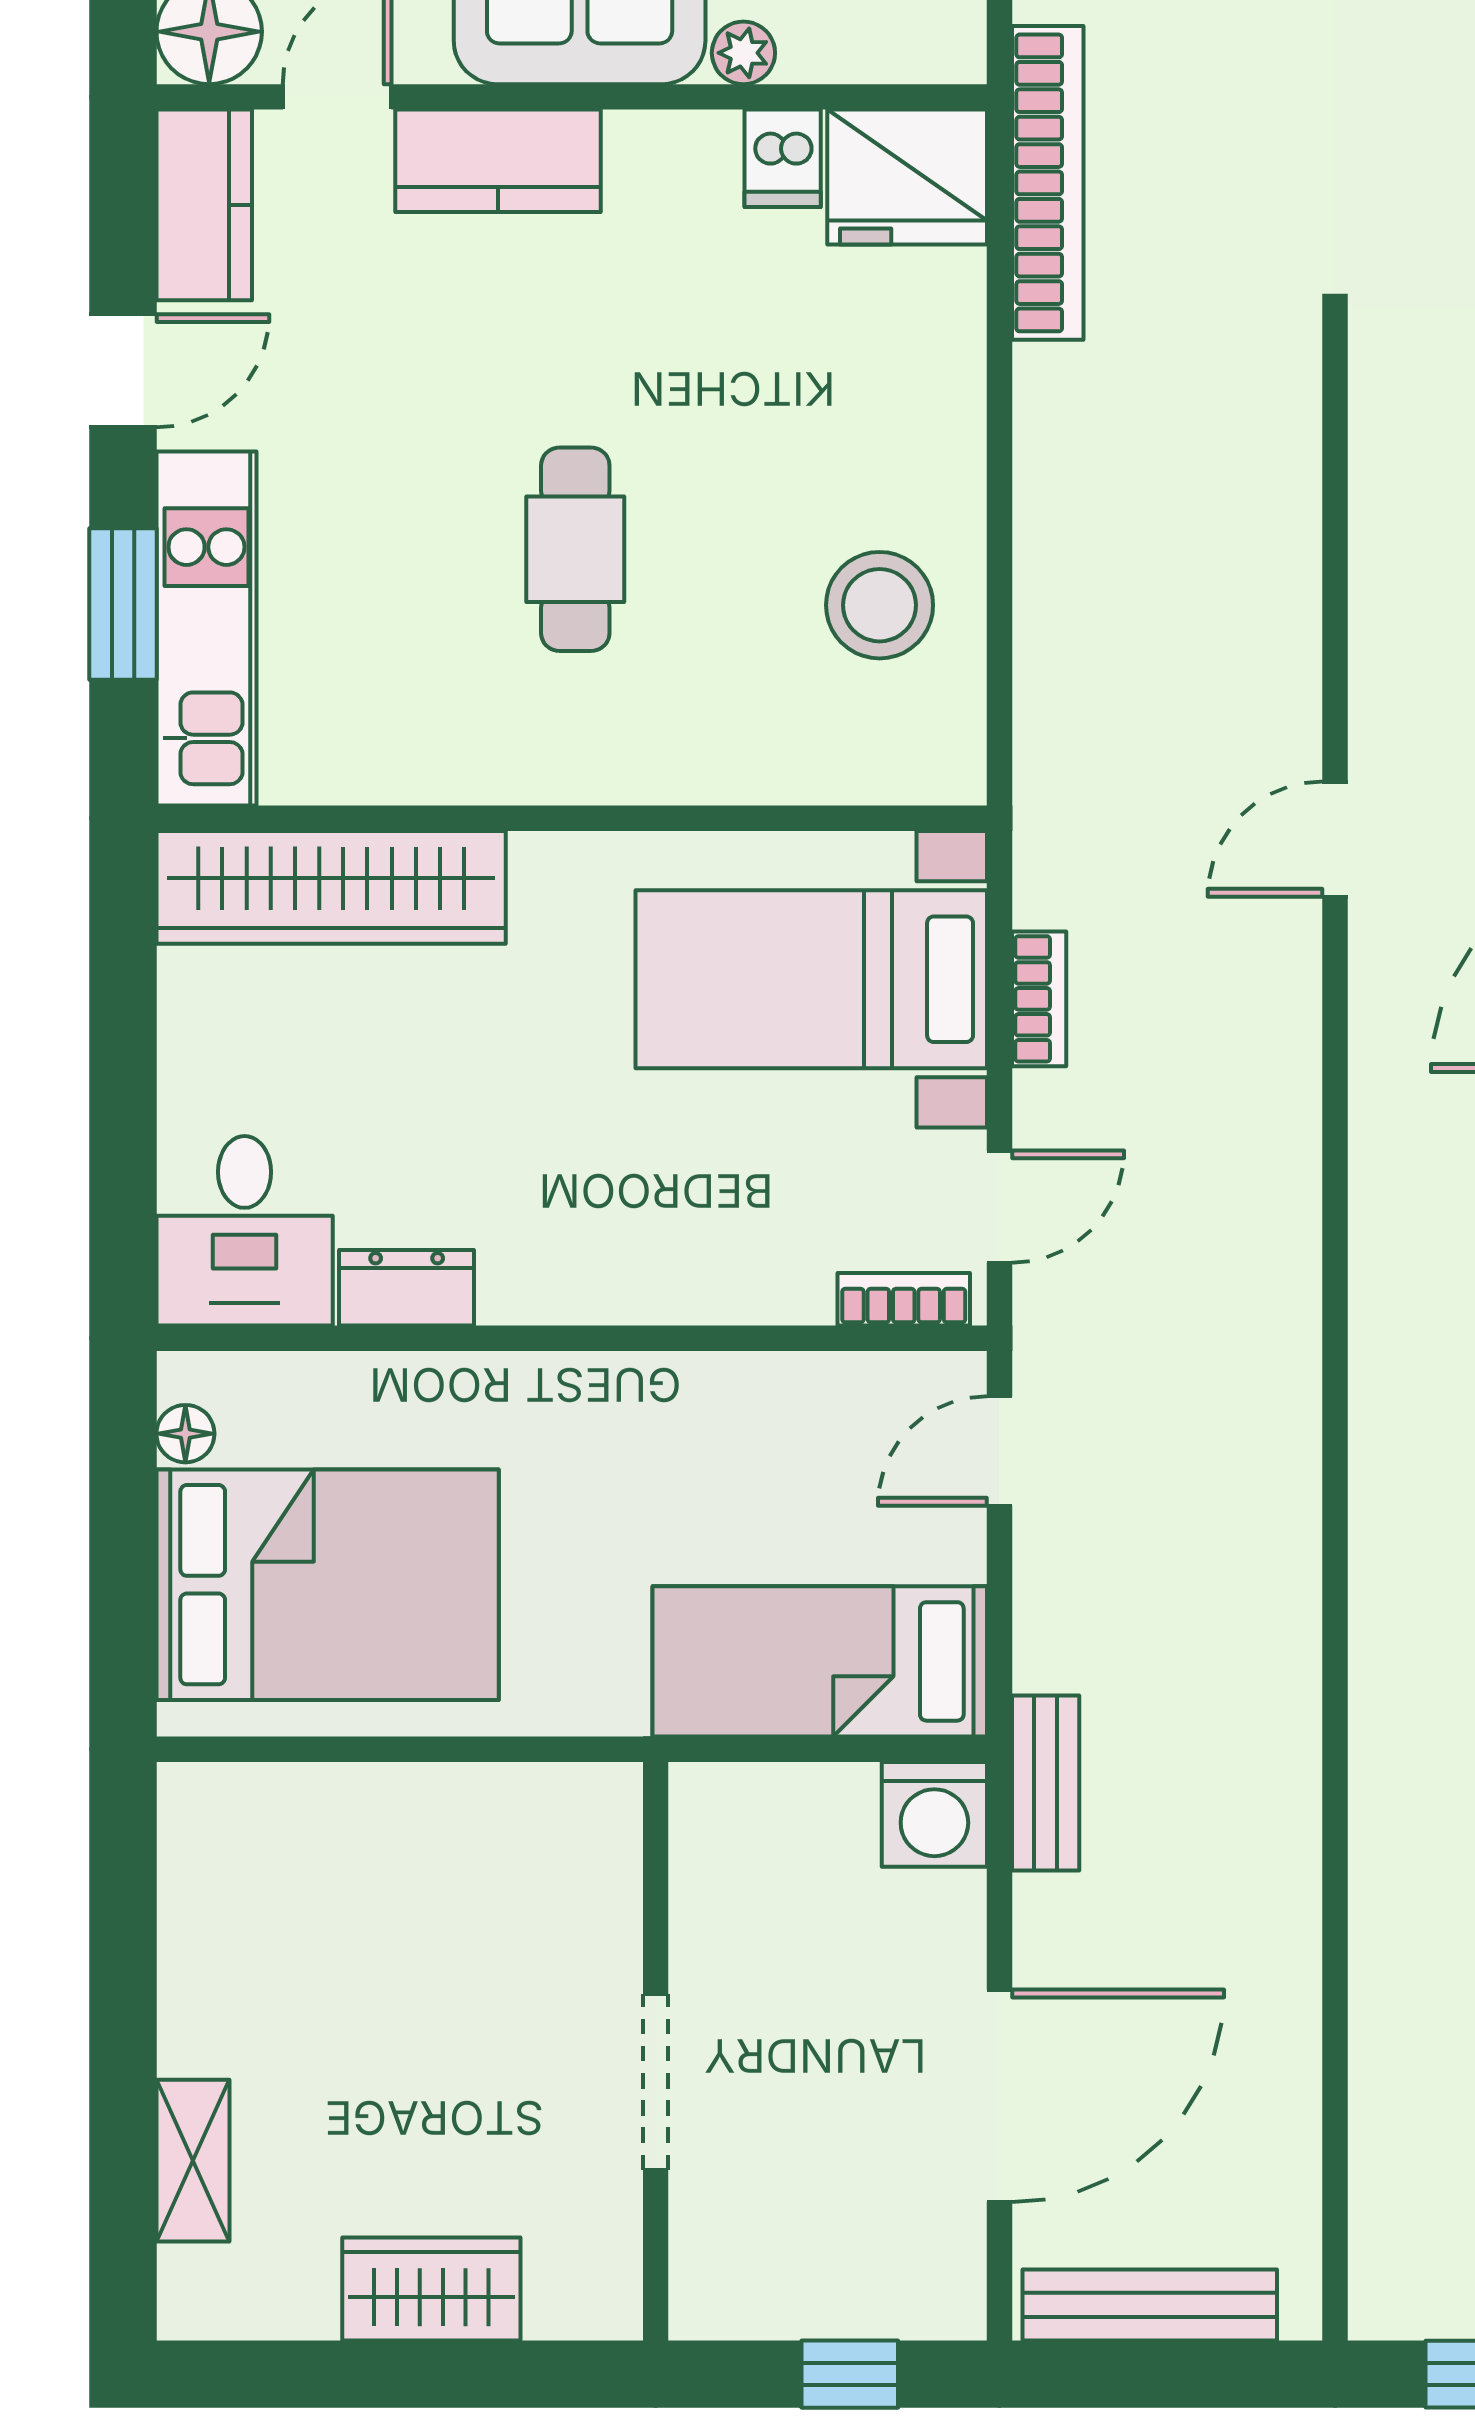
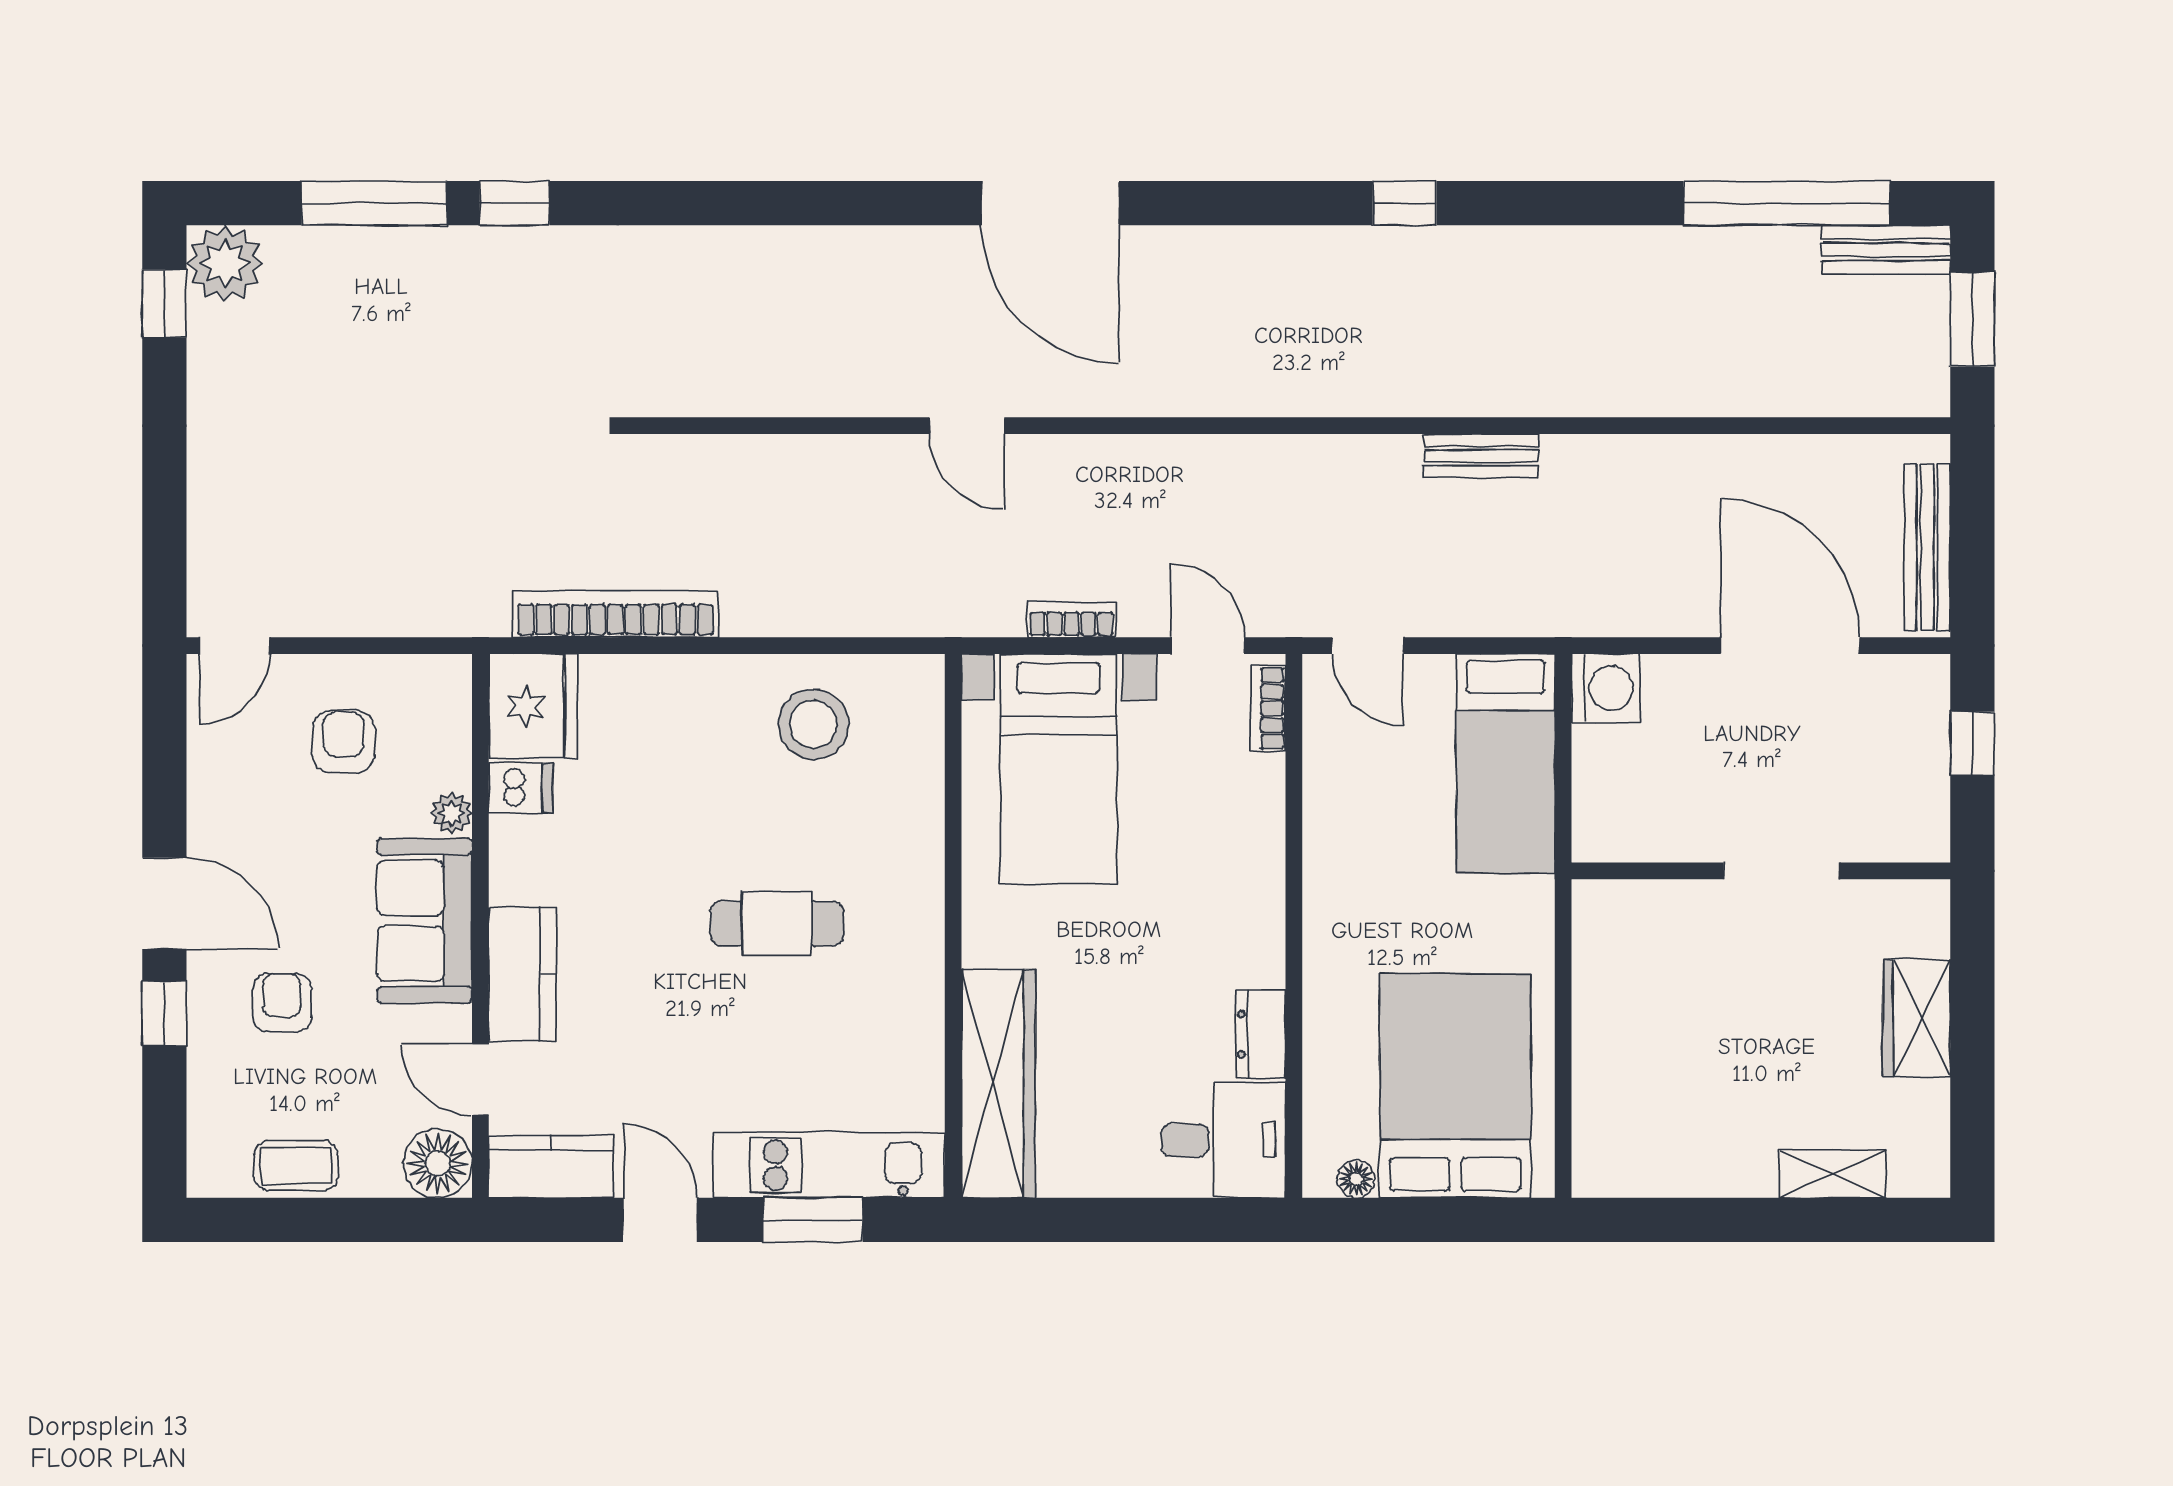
bookcase: (1048, 183) -> (615, 614), moved
bench: (1046, 1783) -> (1481, 456), moved

